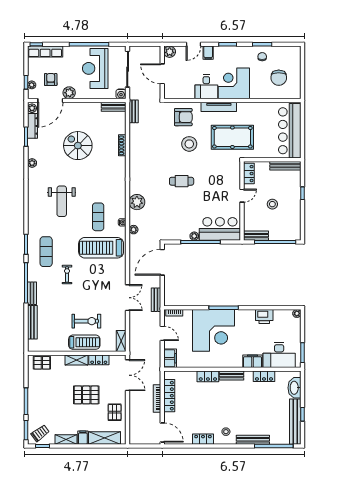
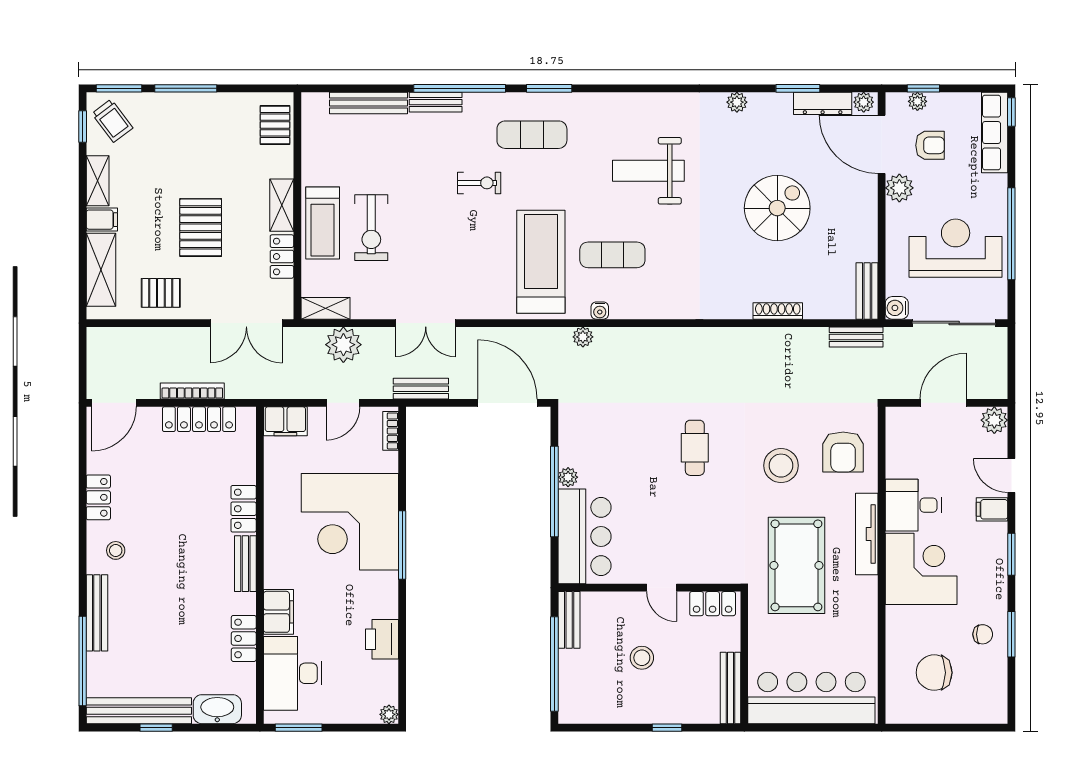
plant: (137, 202) -> (343, 345), moved

